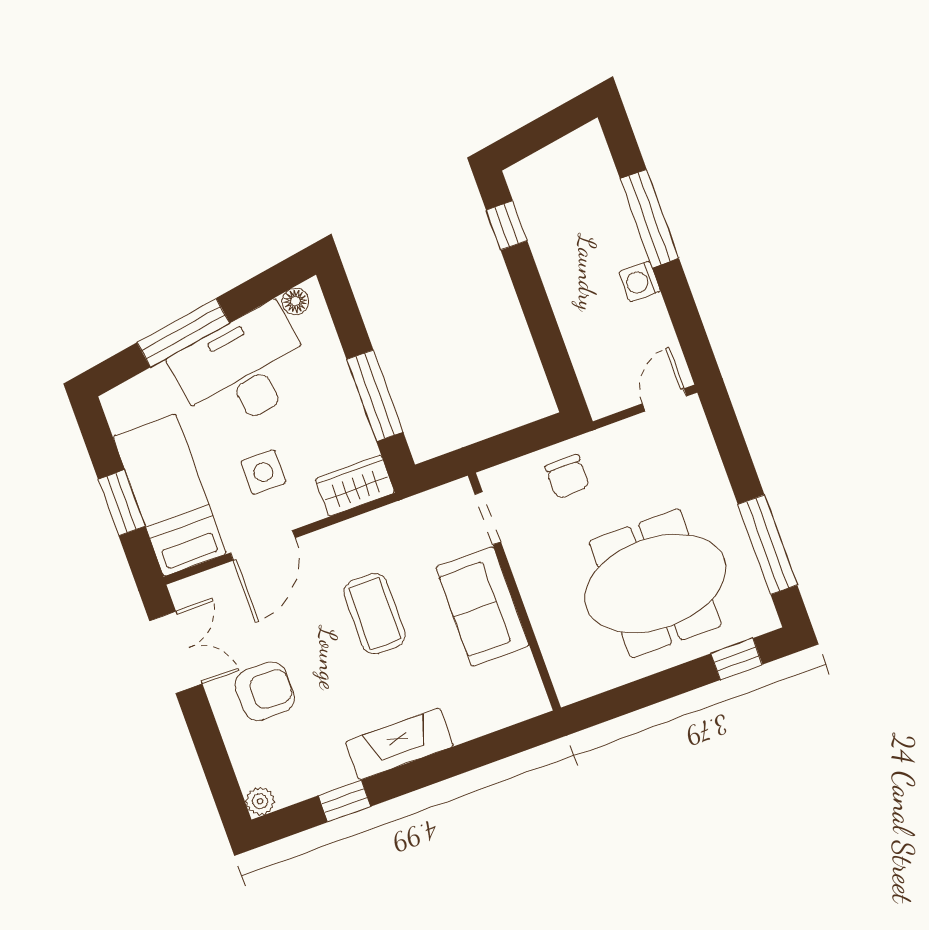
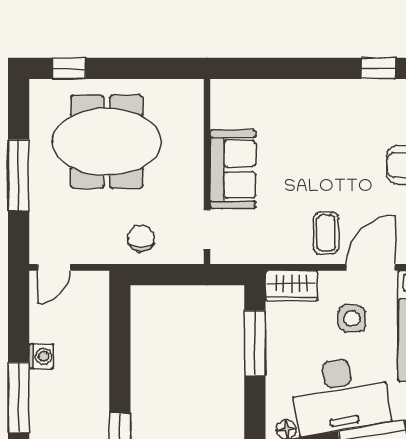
window: (767, 545) -> (19, 175), moved
coffee table: (375, 614) -> (326, 233), moved, width x0.73, depth x0.77
fireplace: (399, 744) -> (326, 94), removed

